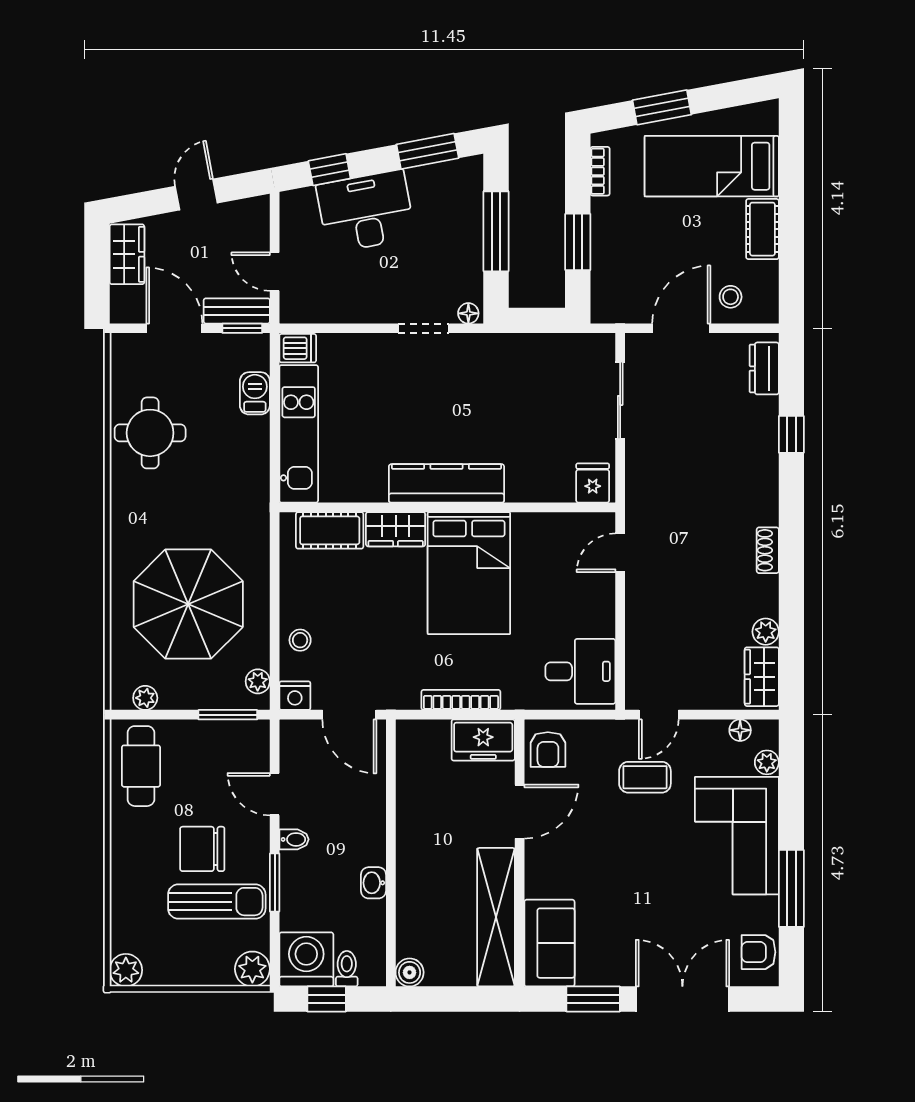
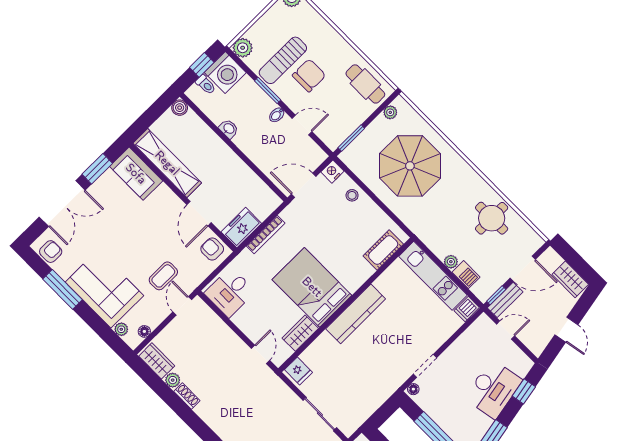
wardrobe: (396, 529) -> (300, 333), moved
shoe rack: (768, 550) -> (187, 396), moved
plant: (258, 681) -> (451, 262), moved

